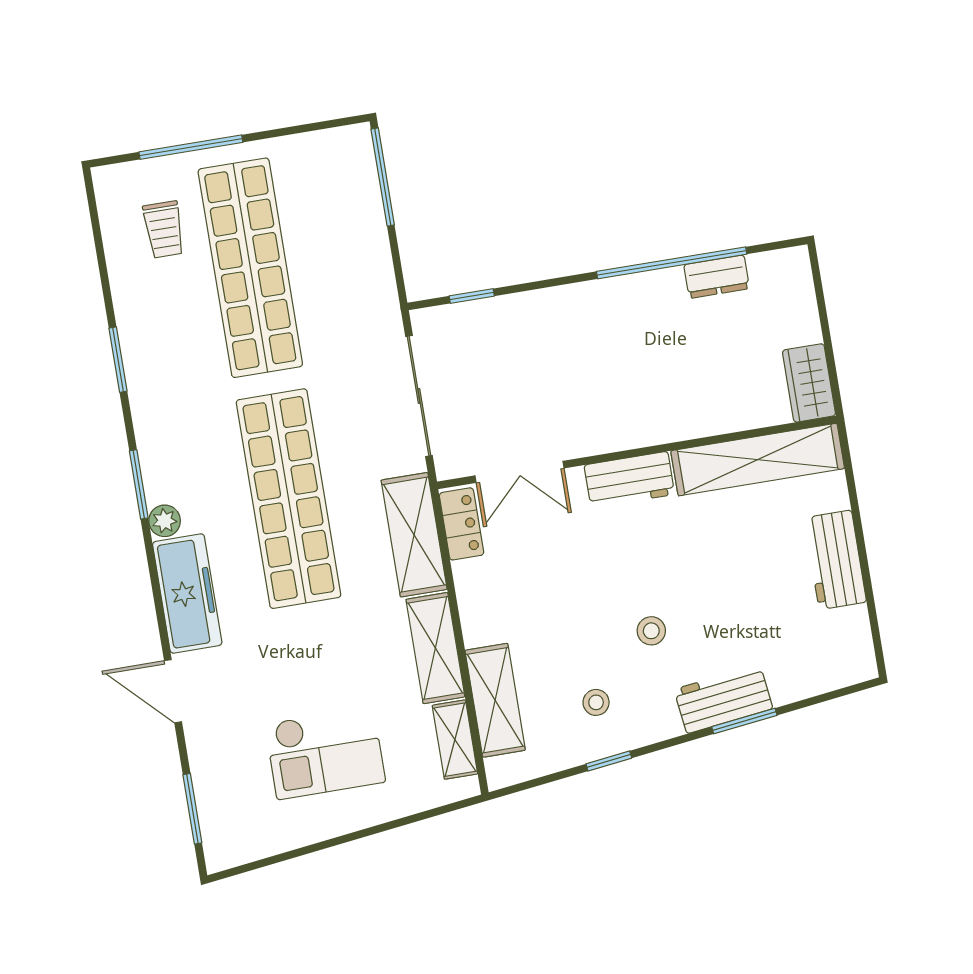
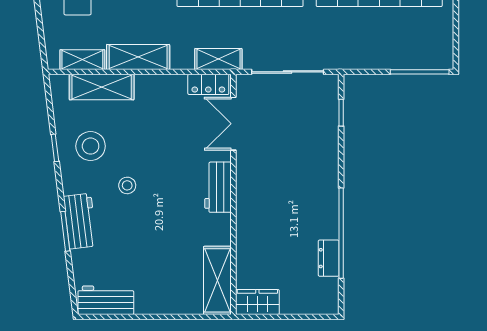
shelving: (758, 460) -> (217, 280), width x0.68
shelving: (414, 535) -> (218, 59), width x0.67, depth x0.75
workbench: (835, 560) -> (106, 300), moved
stool: (596, 702) -> (91, 146), width x1.89, depth x1.89

